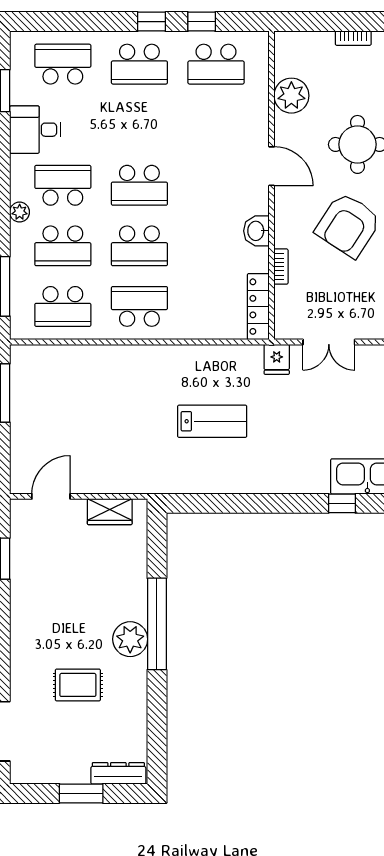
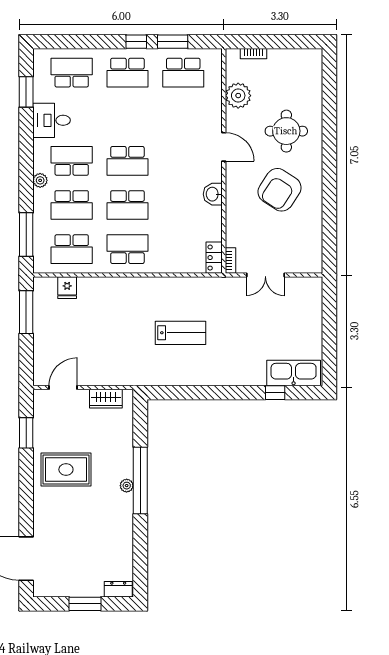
window: (202, 22) -> (173, 42), width x1.50
bookcase: (353, 38) -> (253, 54), moved
bookcase: (281, 267) -> (231, 260), moved
locker: (258, 307) -> (214, 258), width x0.66
fridge: (277, 359) -> (67, 288), moved
plant: (130, 639) -> (127, 486), width x0.53, depth x0.53
rug: (78, 685) -> (66, 469), moved, width x1.36, depth x1.43
dresser: (118, 773) -> (118, 589), width x0.70

